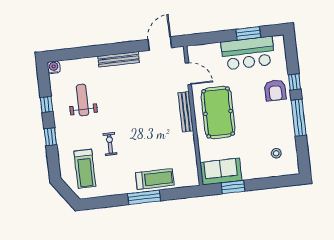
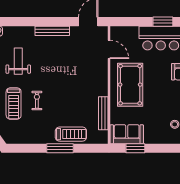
bench: (186, 112) -> (103, 113), moved
treadmill: (85, 169) -> (14, 104), moved

